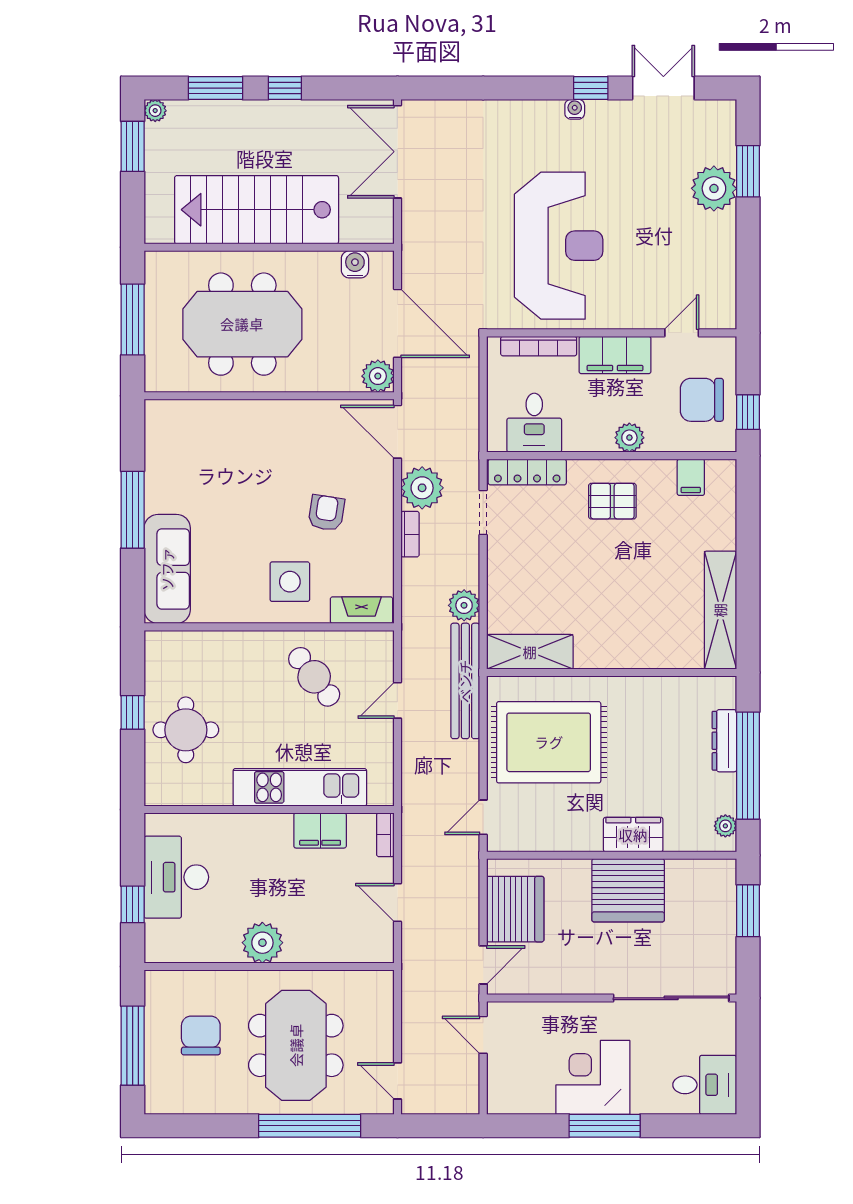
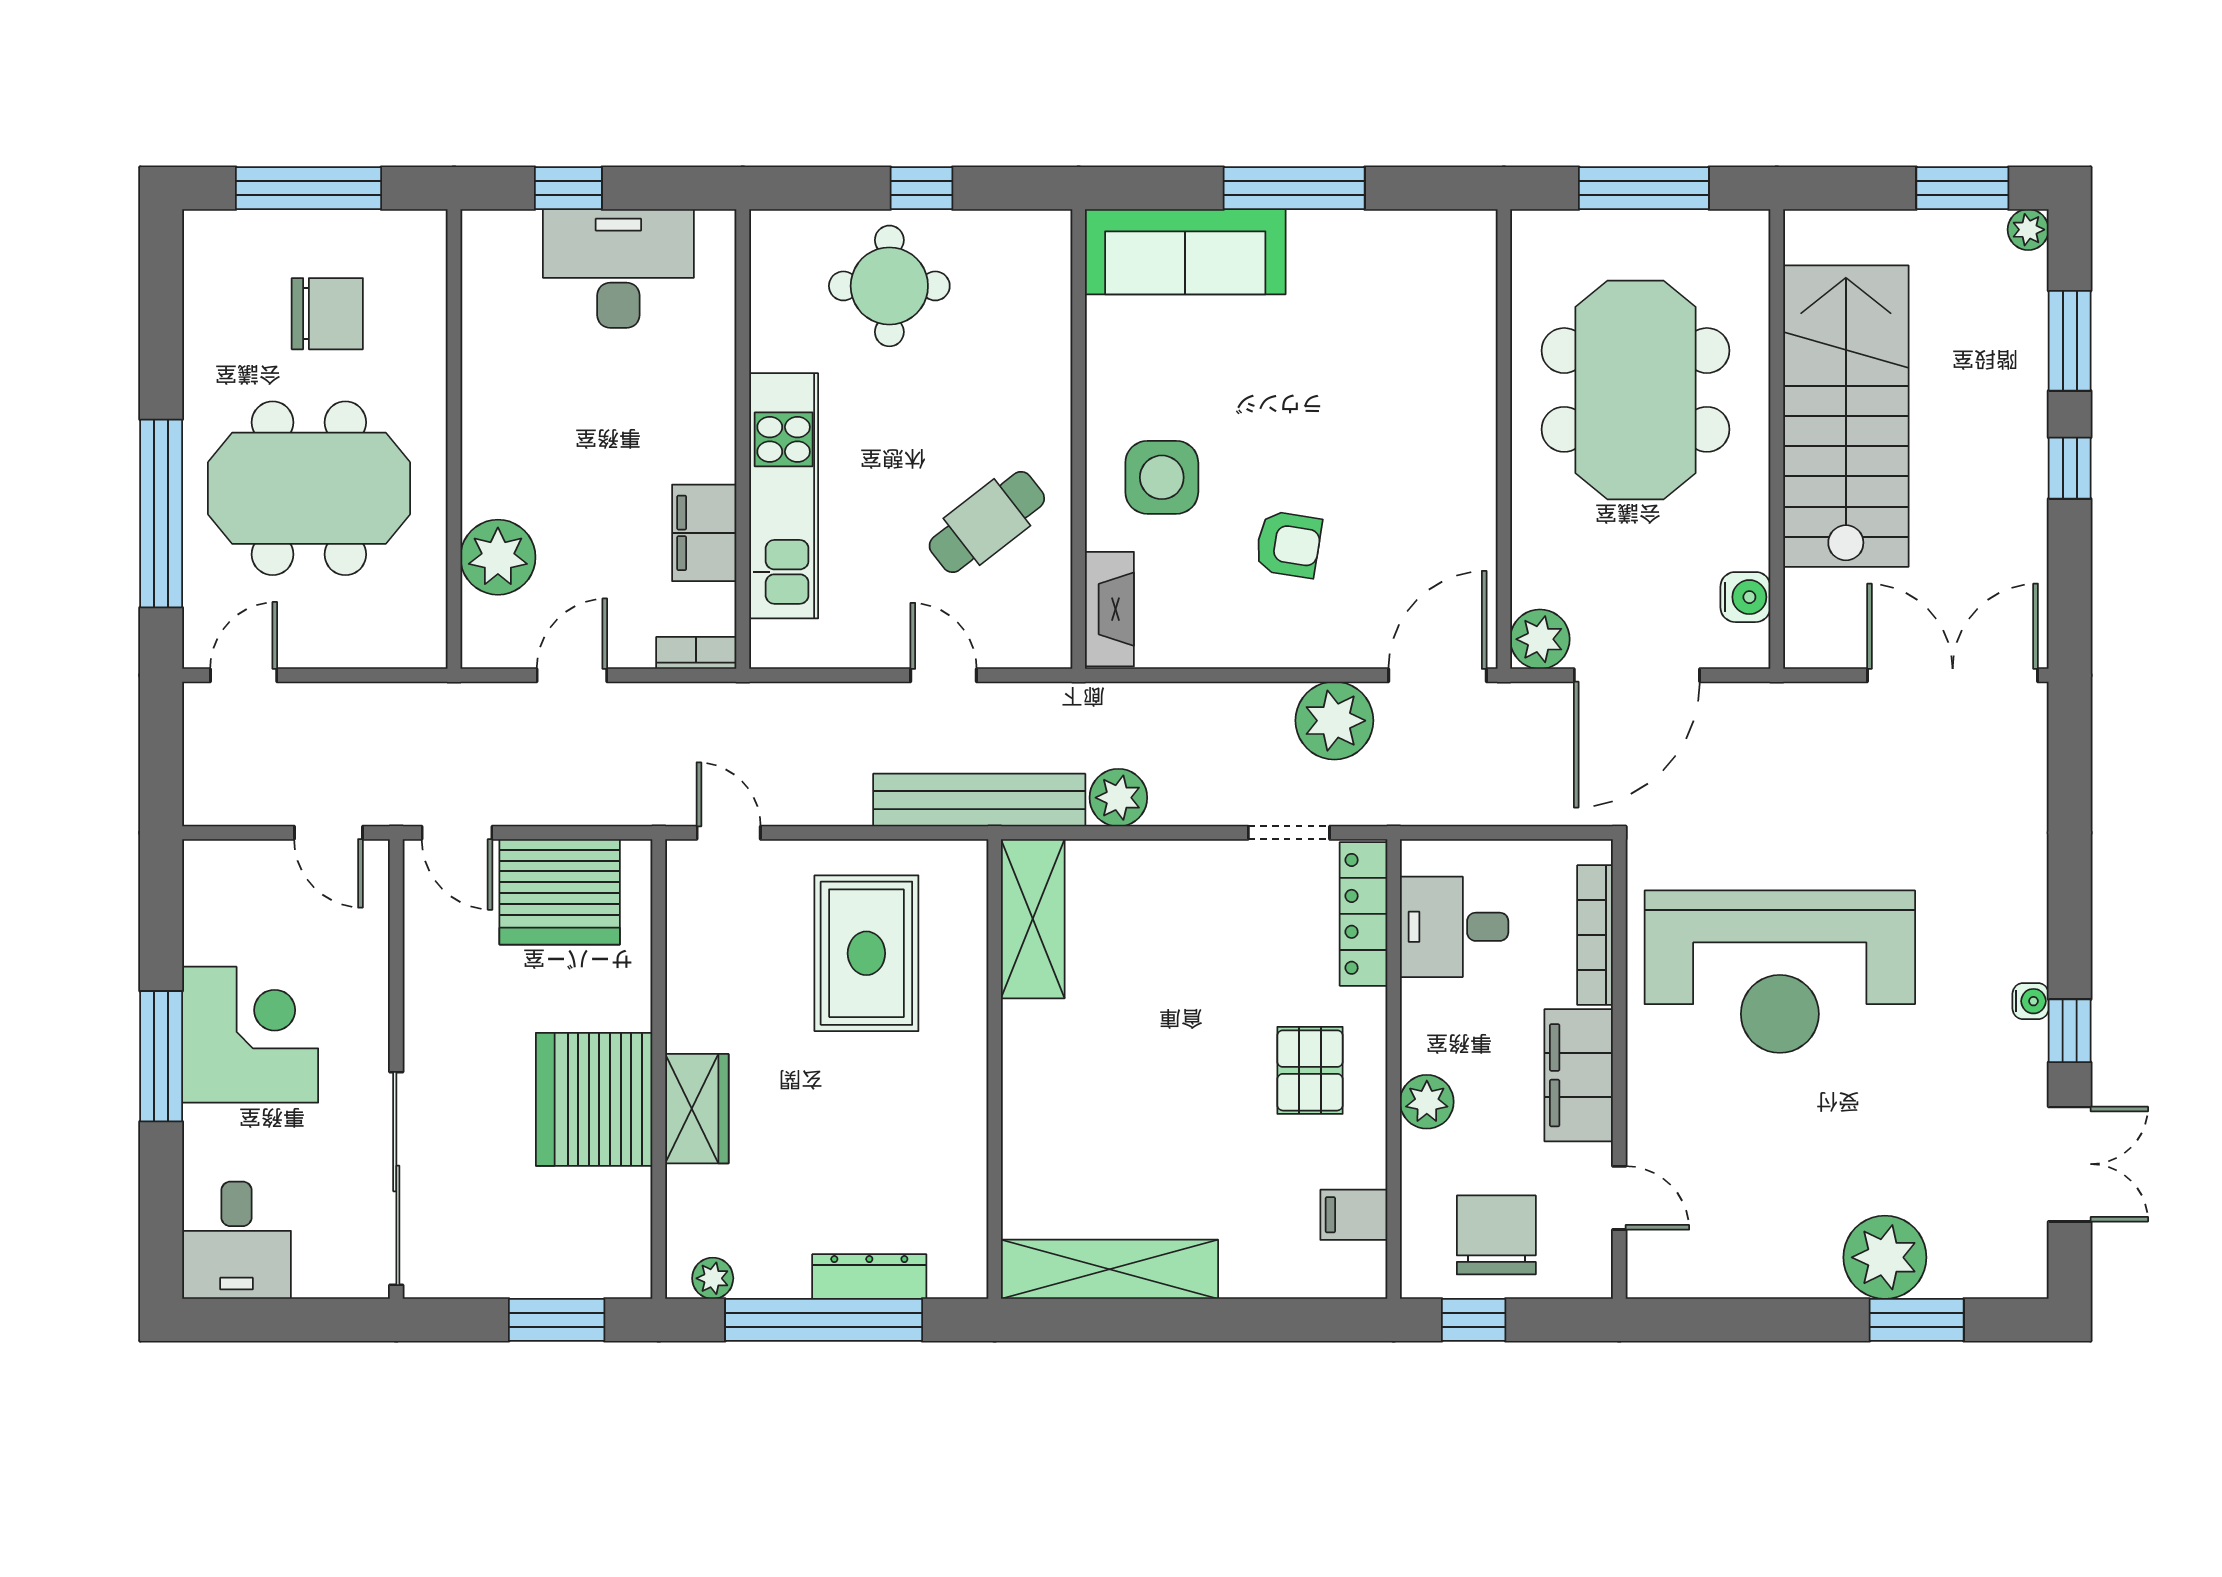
bookcase: (410, 534) -> (1249, 698), removed
rug: (549, 742) -> (866, 953), width x0.73, depth x0.69
plant: (262, 943) -> (498, 557), moved
door: (483, 1035) -> (328, 833), swing flipped

